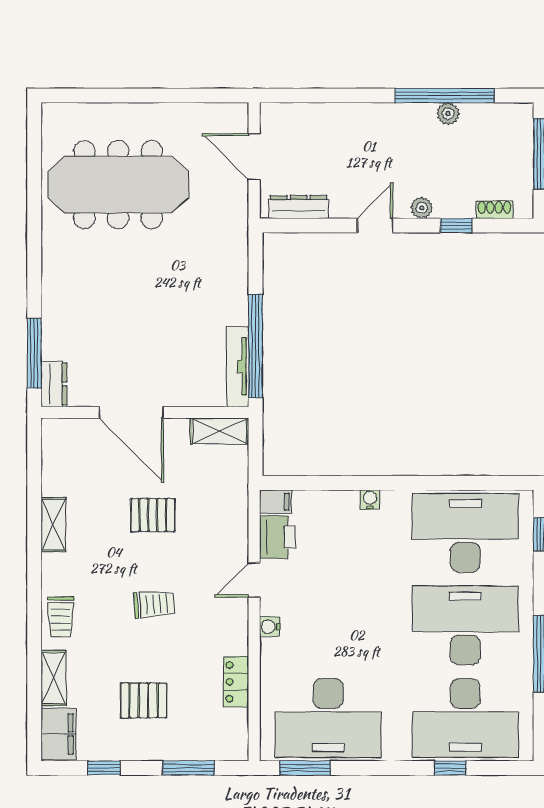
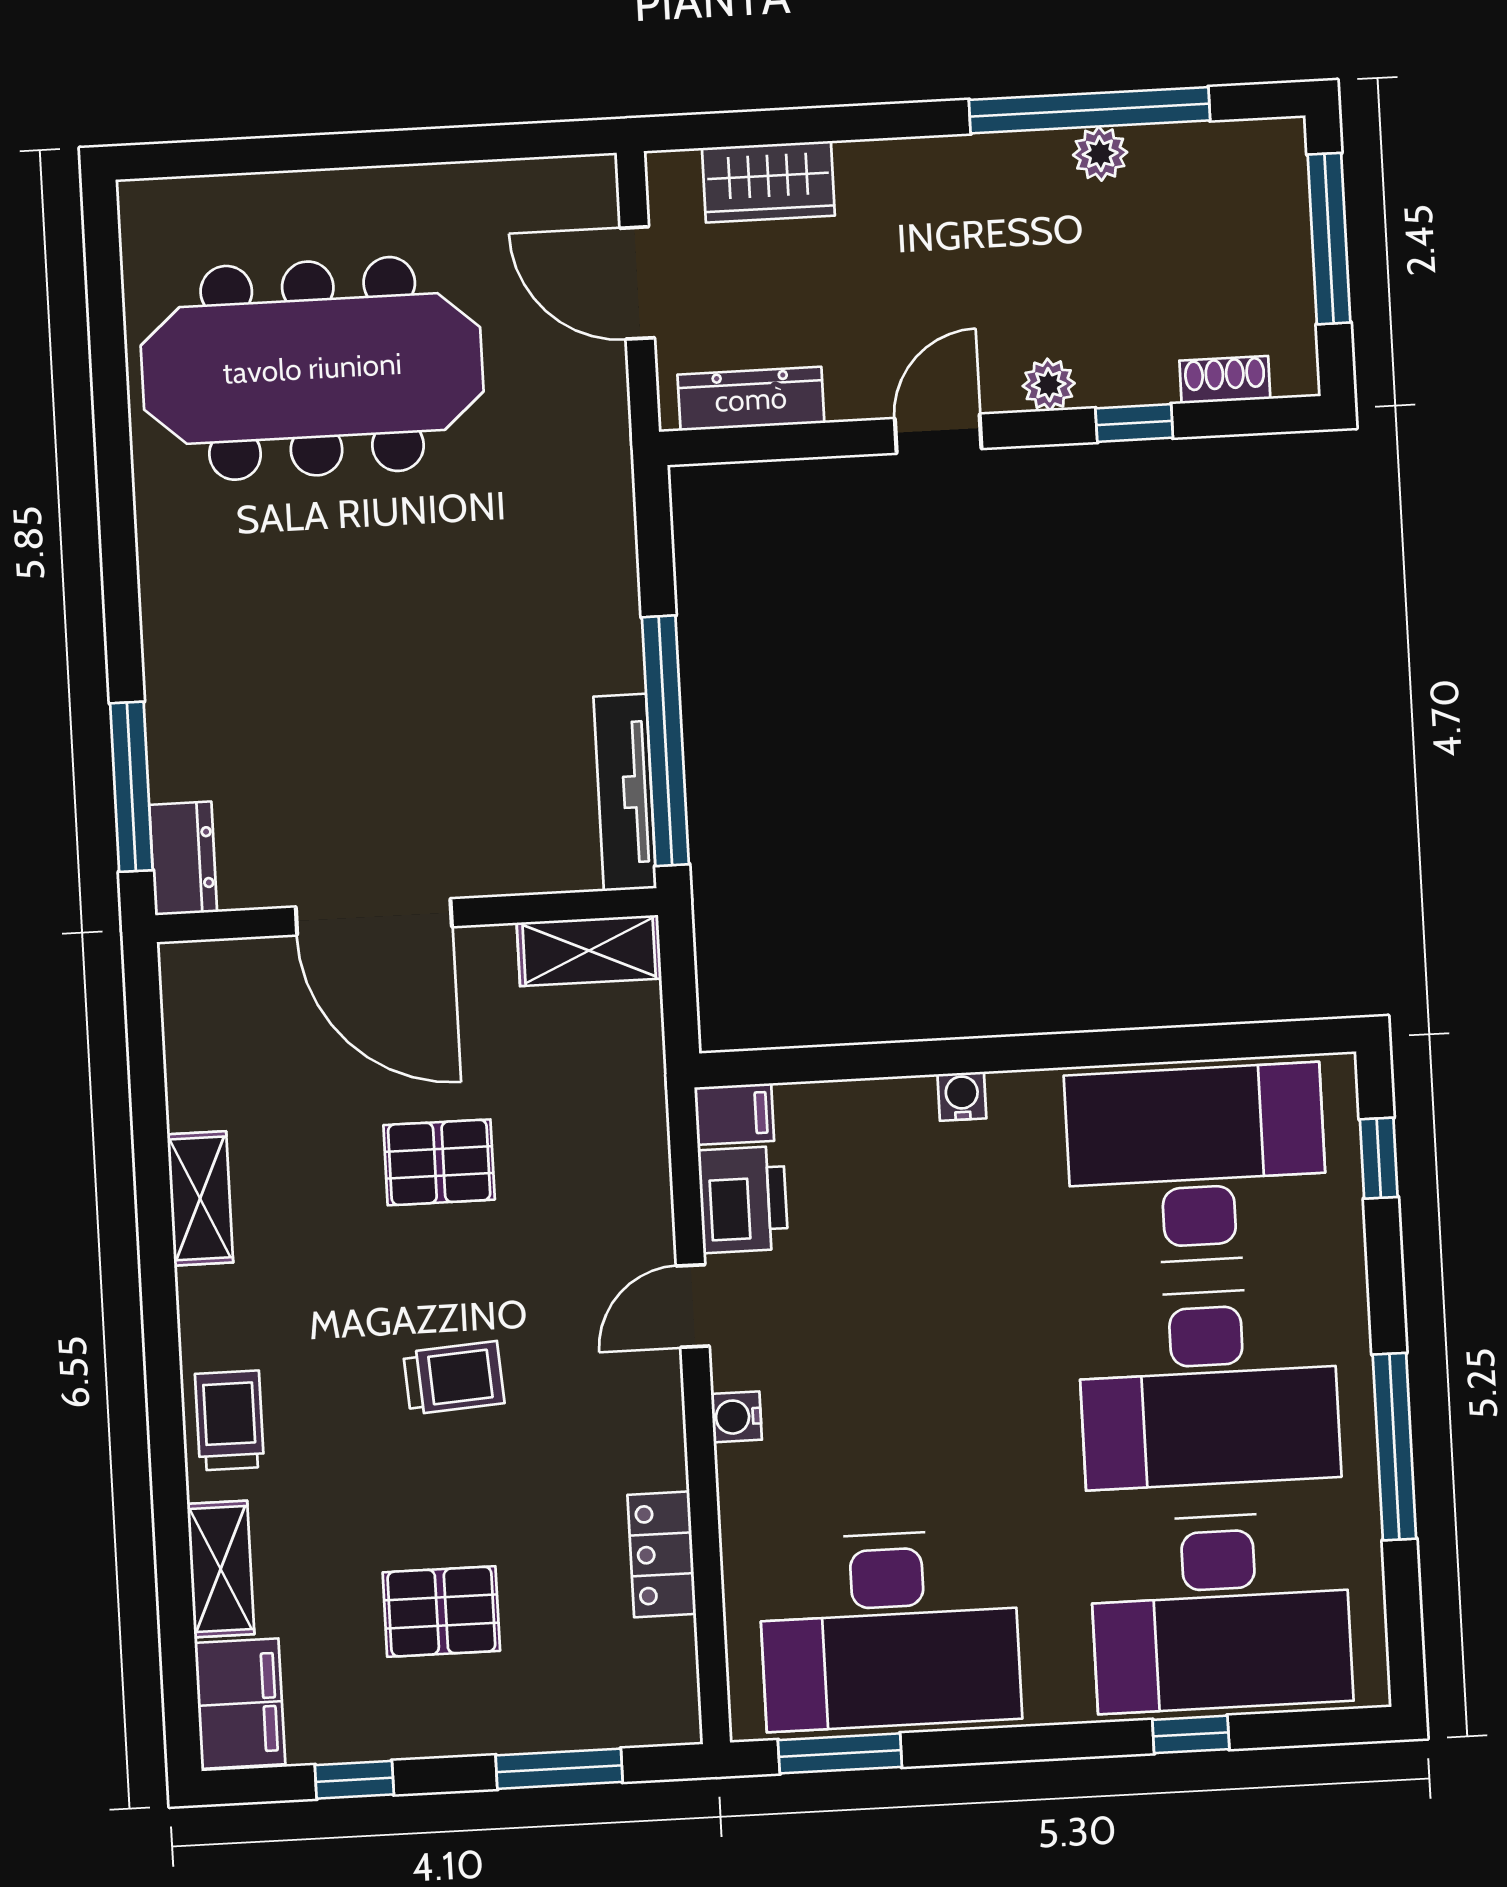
wardrobe: (311, 118) -> (768, 182), added
trolley: (61, 617) -> (230, 1420), turned 180
desk: (465, 625) -> (1209, 1388), turned 180

